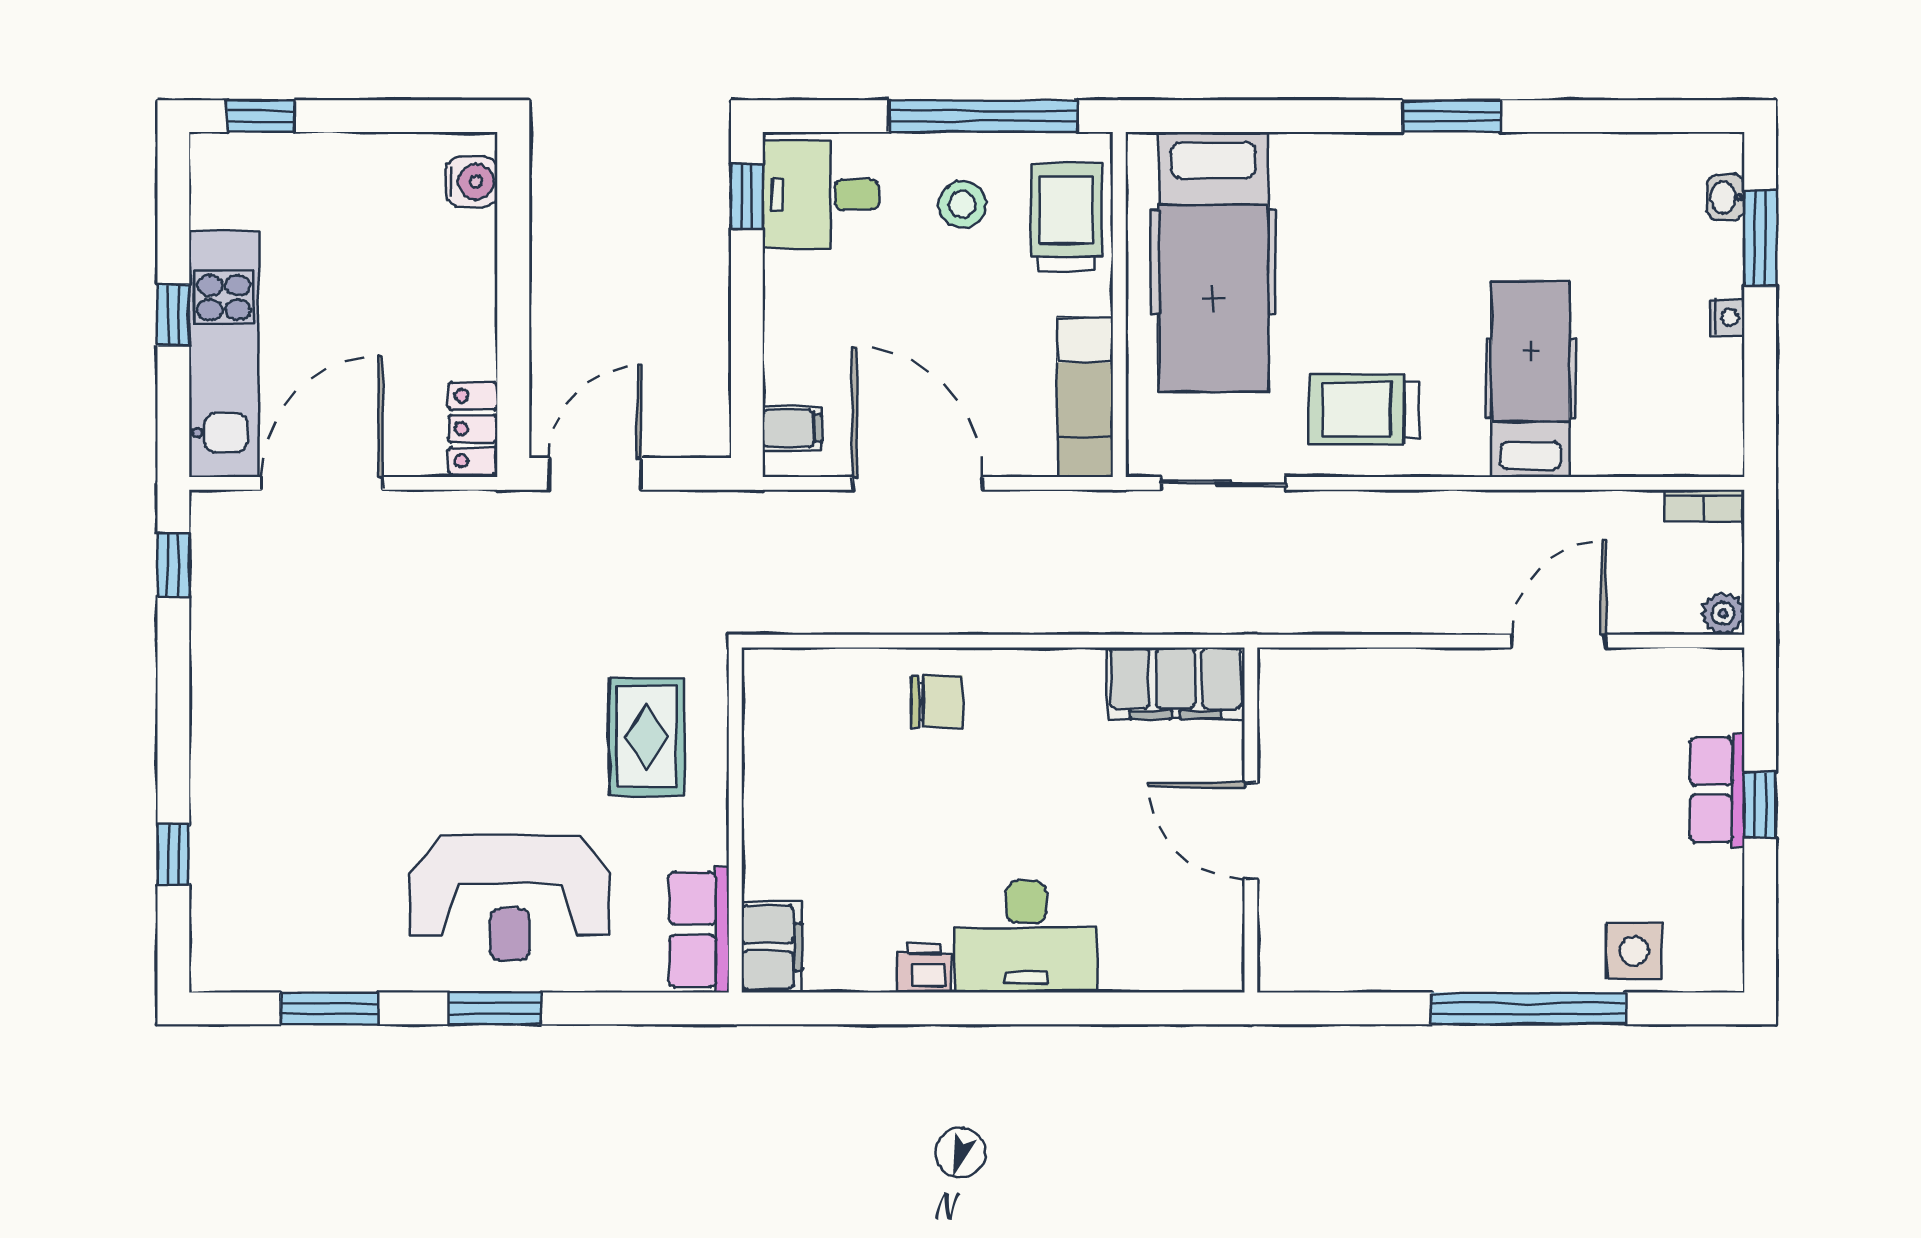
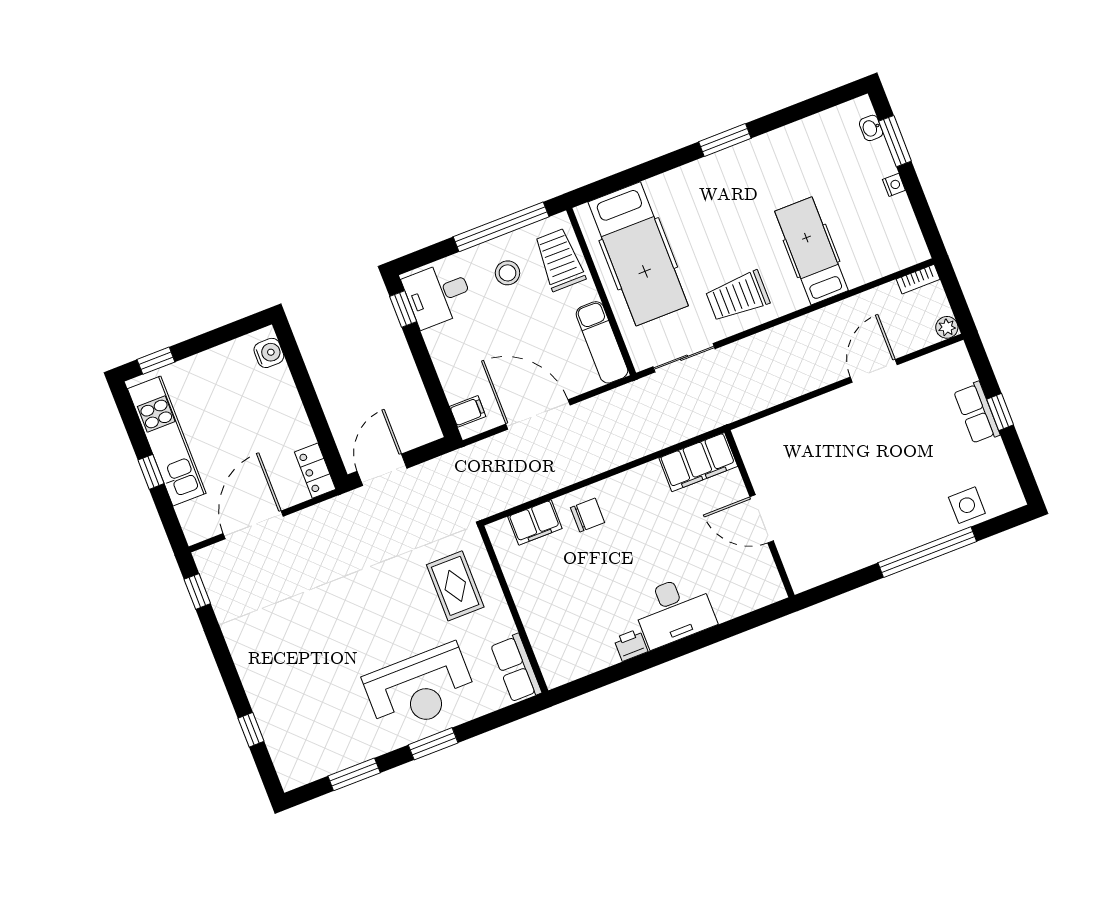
kitchen unit: (224, 354) -> (167, 441), moved
filing cabinet: (772, 947) -> (535, 523), moved, turned 90

